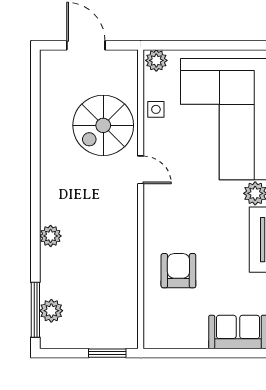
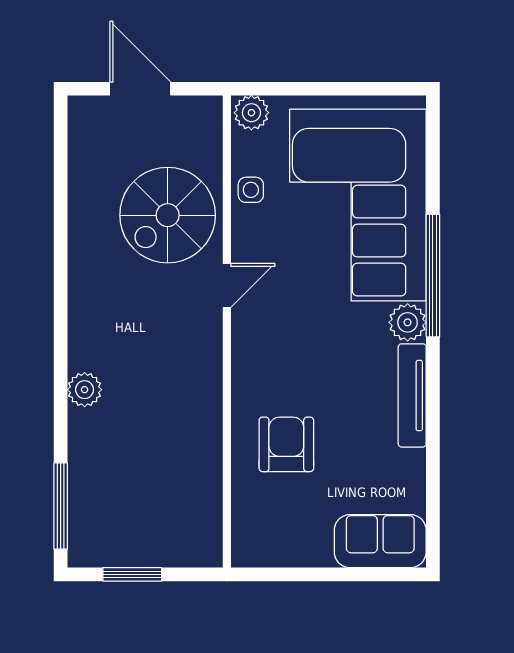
door: (141, 170) -> (227, 285), hinge flipped
plant: (51, 311) -> (86, 508), removed
window: (107, 353) -> (132, 574), moved

